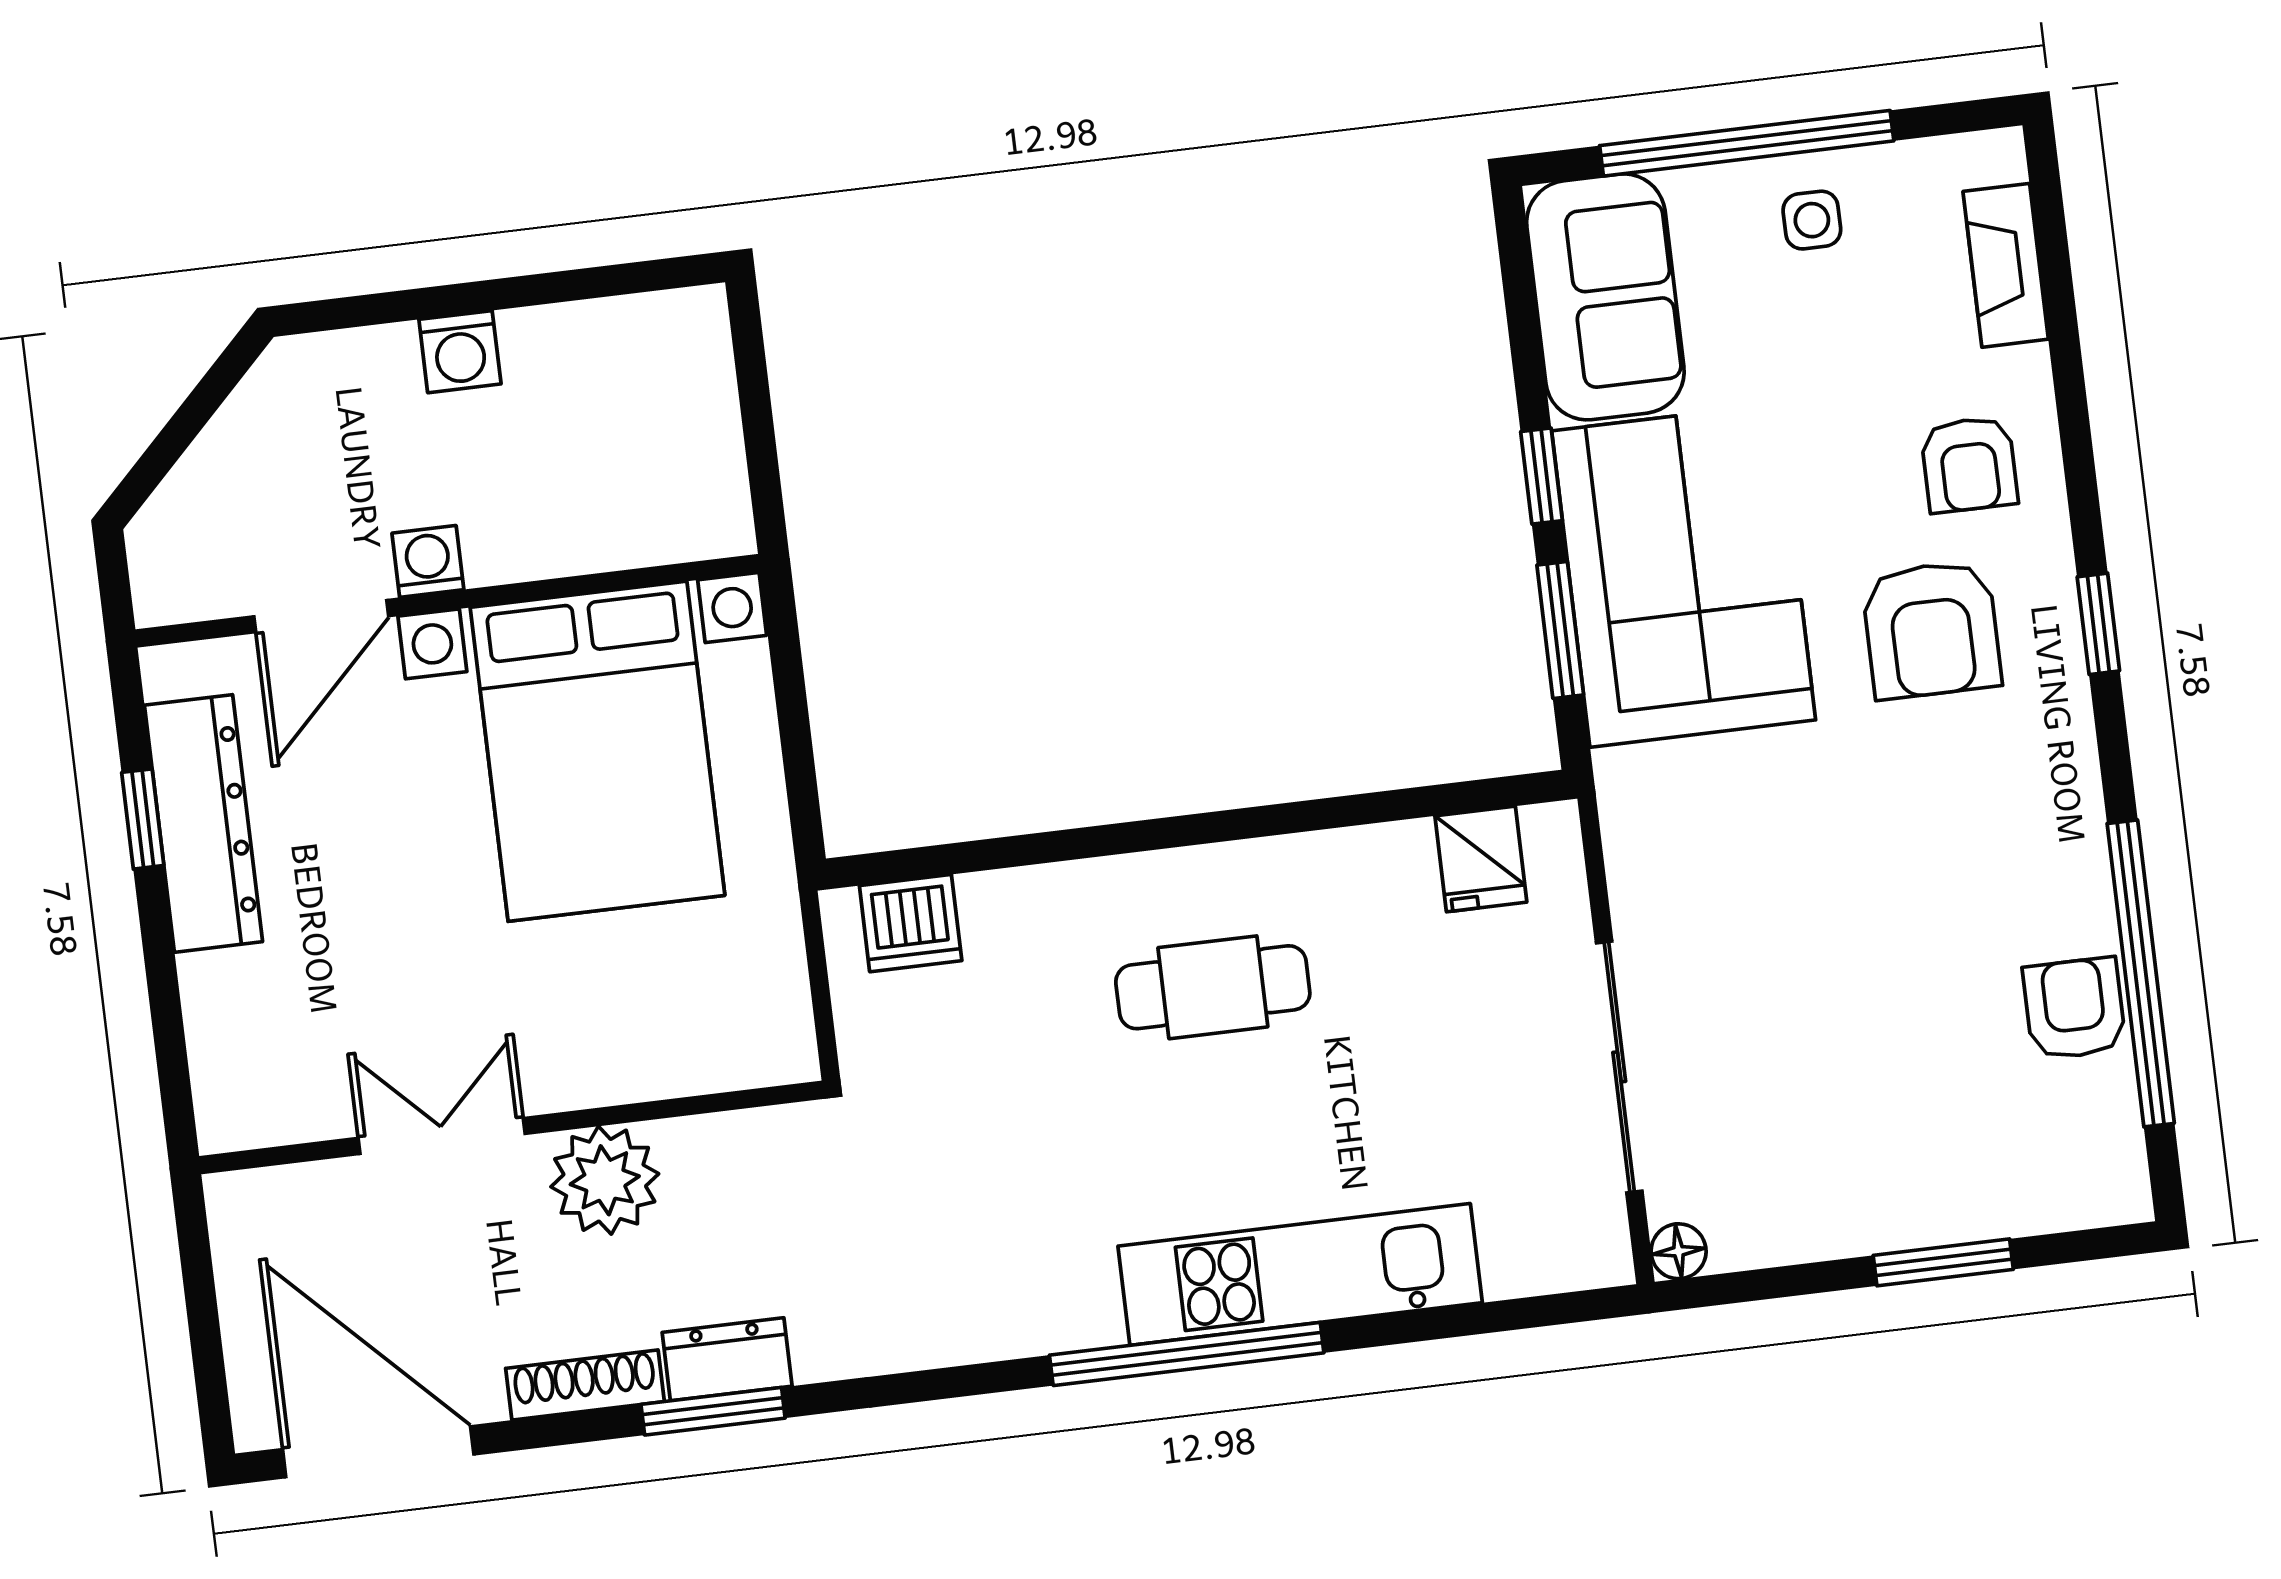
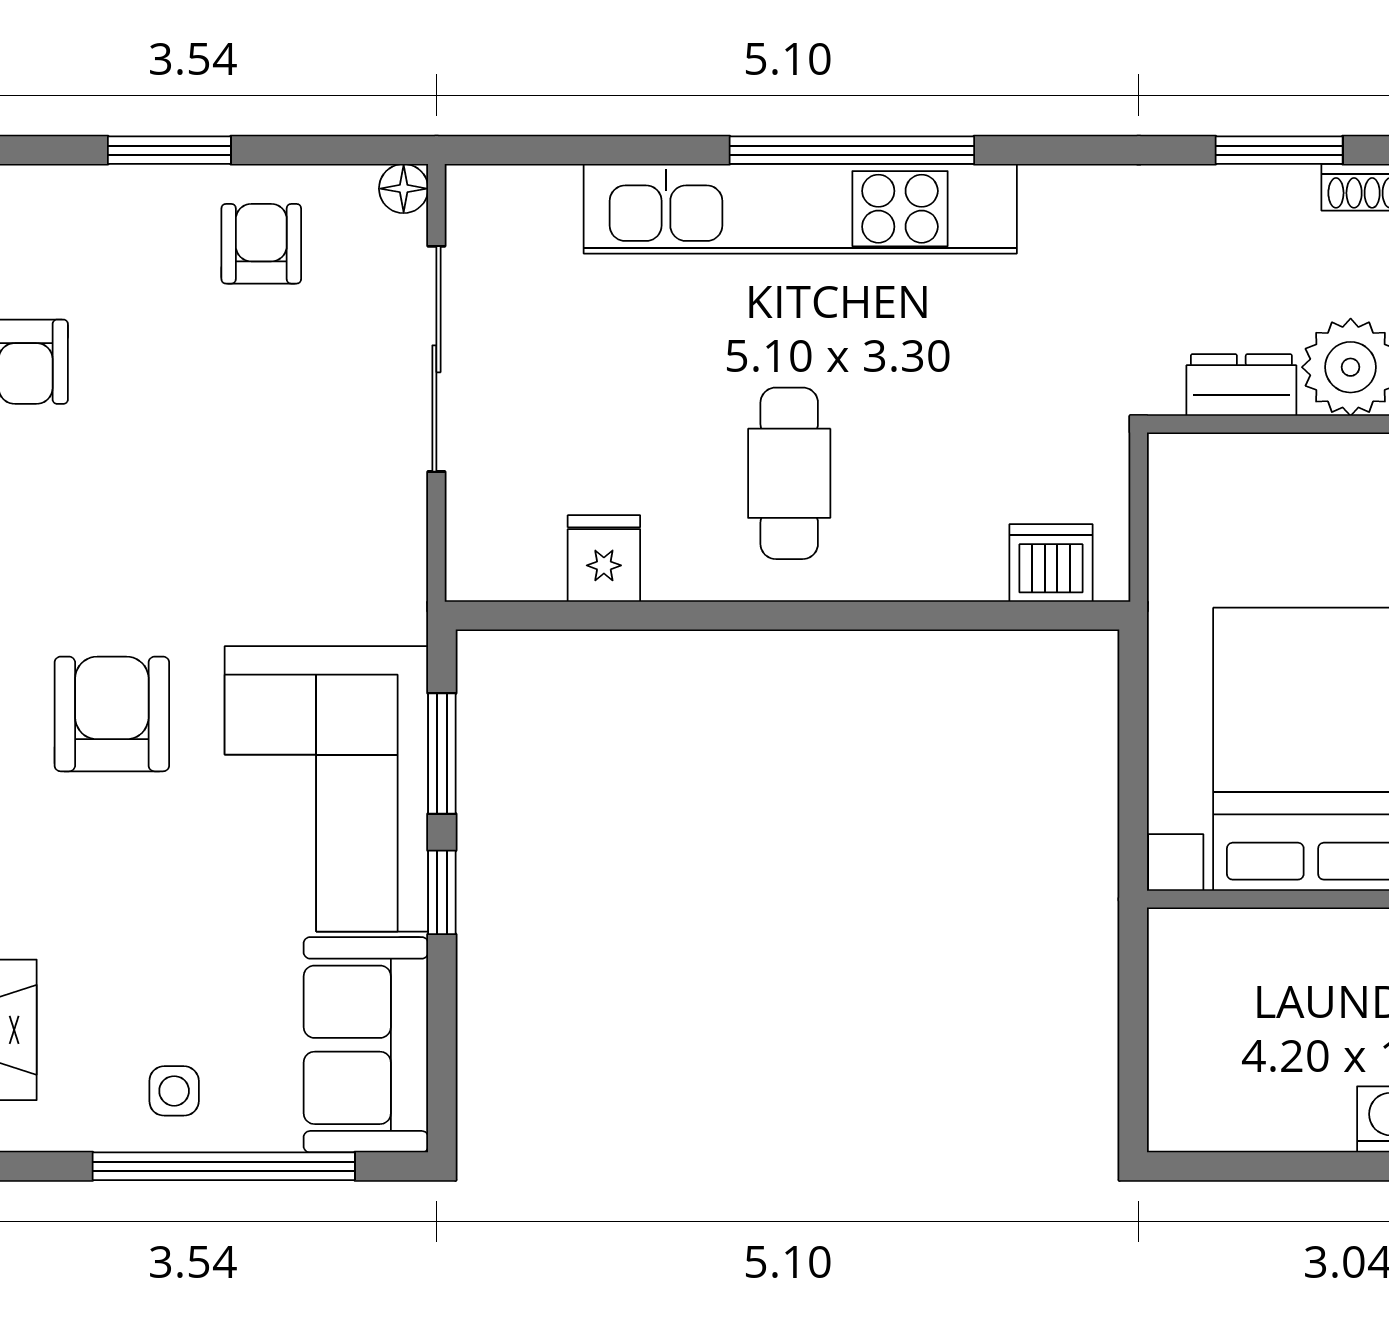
armchair: (1969, 465) -> (261, 244), moved
fridge: (1481, 859) -> (604, 558), moved
cafe table: (1213, 987) -> (789, 473), turned 90
kitchen unit: (1300, 1274) -> (800, 209), width x1.36
dresser: (727, 1359) -> (1241, 385), moved, turned 180

